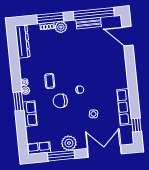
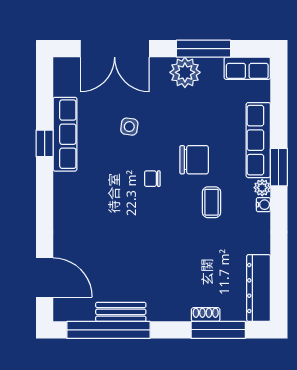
window: (50, 18) -> (218, 330), moved
plant: (61, 27) -> (178, 310), removed
row of seats: (30, 114) -> (258, 140), width x1.48
window: (136, 125) -> (45, 143), moved

